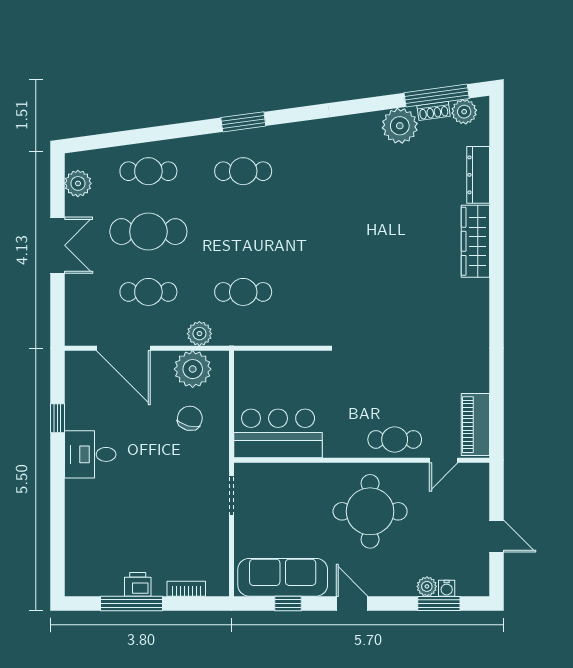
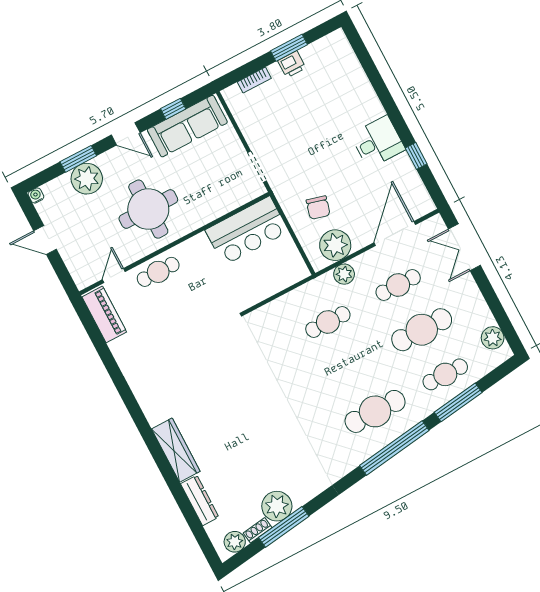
window: (437, 96) -> (284, 527), moved
window: (243, 122) -> (394, 448), width x2.11
window: (151, 134) -> (458, 402), added
cafe table: (243, 171) -> (375, 411), width x1.37, depth x1.35
double door: (57, 245) -> (464, 247), moved
door: (123, 348) -> (395, 234), hinge flipped
plant: (427, 586) -> (87, 179), width x1.88, depth x1.88
water cooler: (447, 588) -> (36, 195), moved
window: (131, 603) -> (289, 48), width x0.69
window: (439, 603) -> (78, 159), moved

